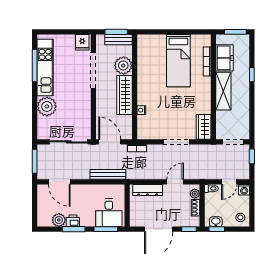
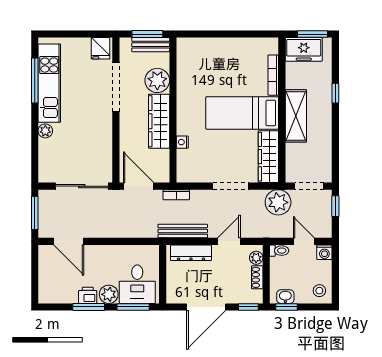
freezer: (224, 58) -> (304, 49), moved, turned 90
bed: (178, 61) -> (242, 113), moved, turned 90
plant: (47, 106) -> (45, 131), width x0.53, depth x0.53
wardrobe: (204, 127) -> (268, 157), width x1.50
plant: (211, 154) -> (278, 202), added
bench: (108, 174) -> (183, 231), moved
door: (229, 182) -> (304, 241), swing flipped
plant: (59, 220) -> (109, 294), moved

